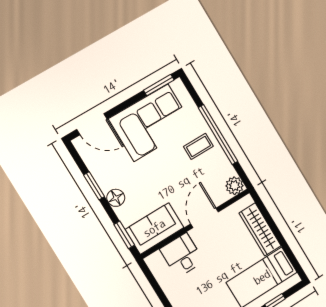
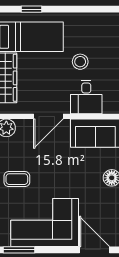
stool: (206, 283) -> (80, 62), added

